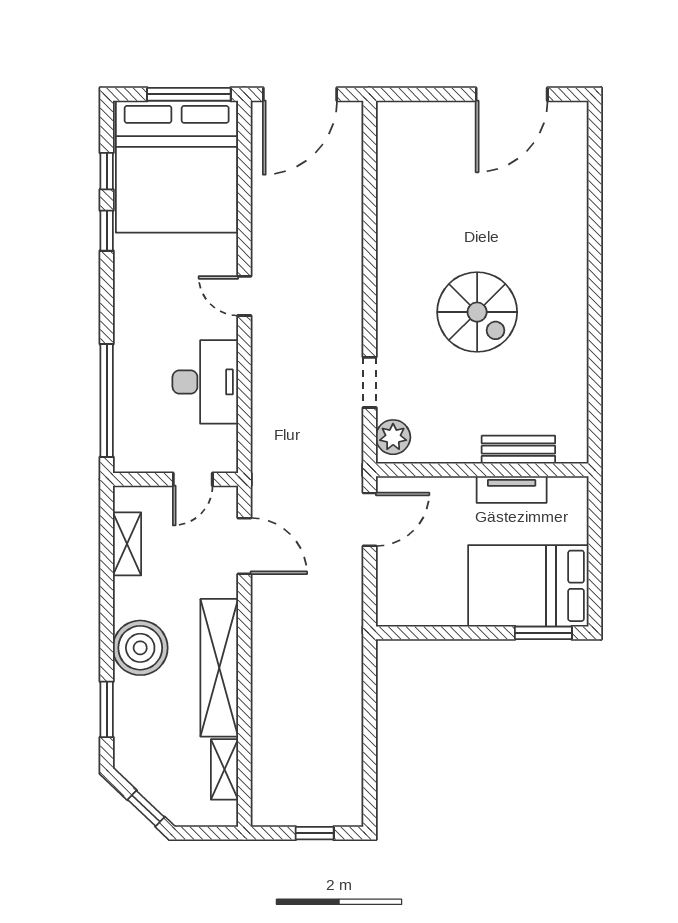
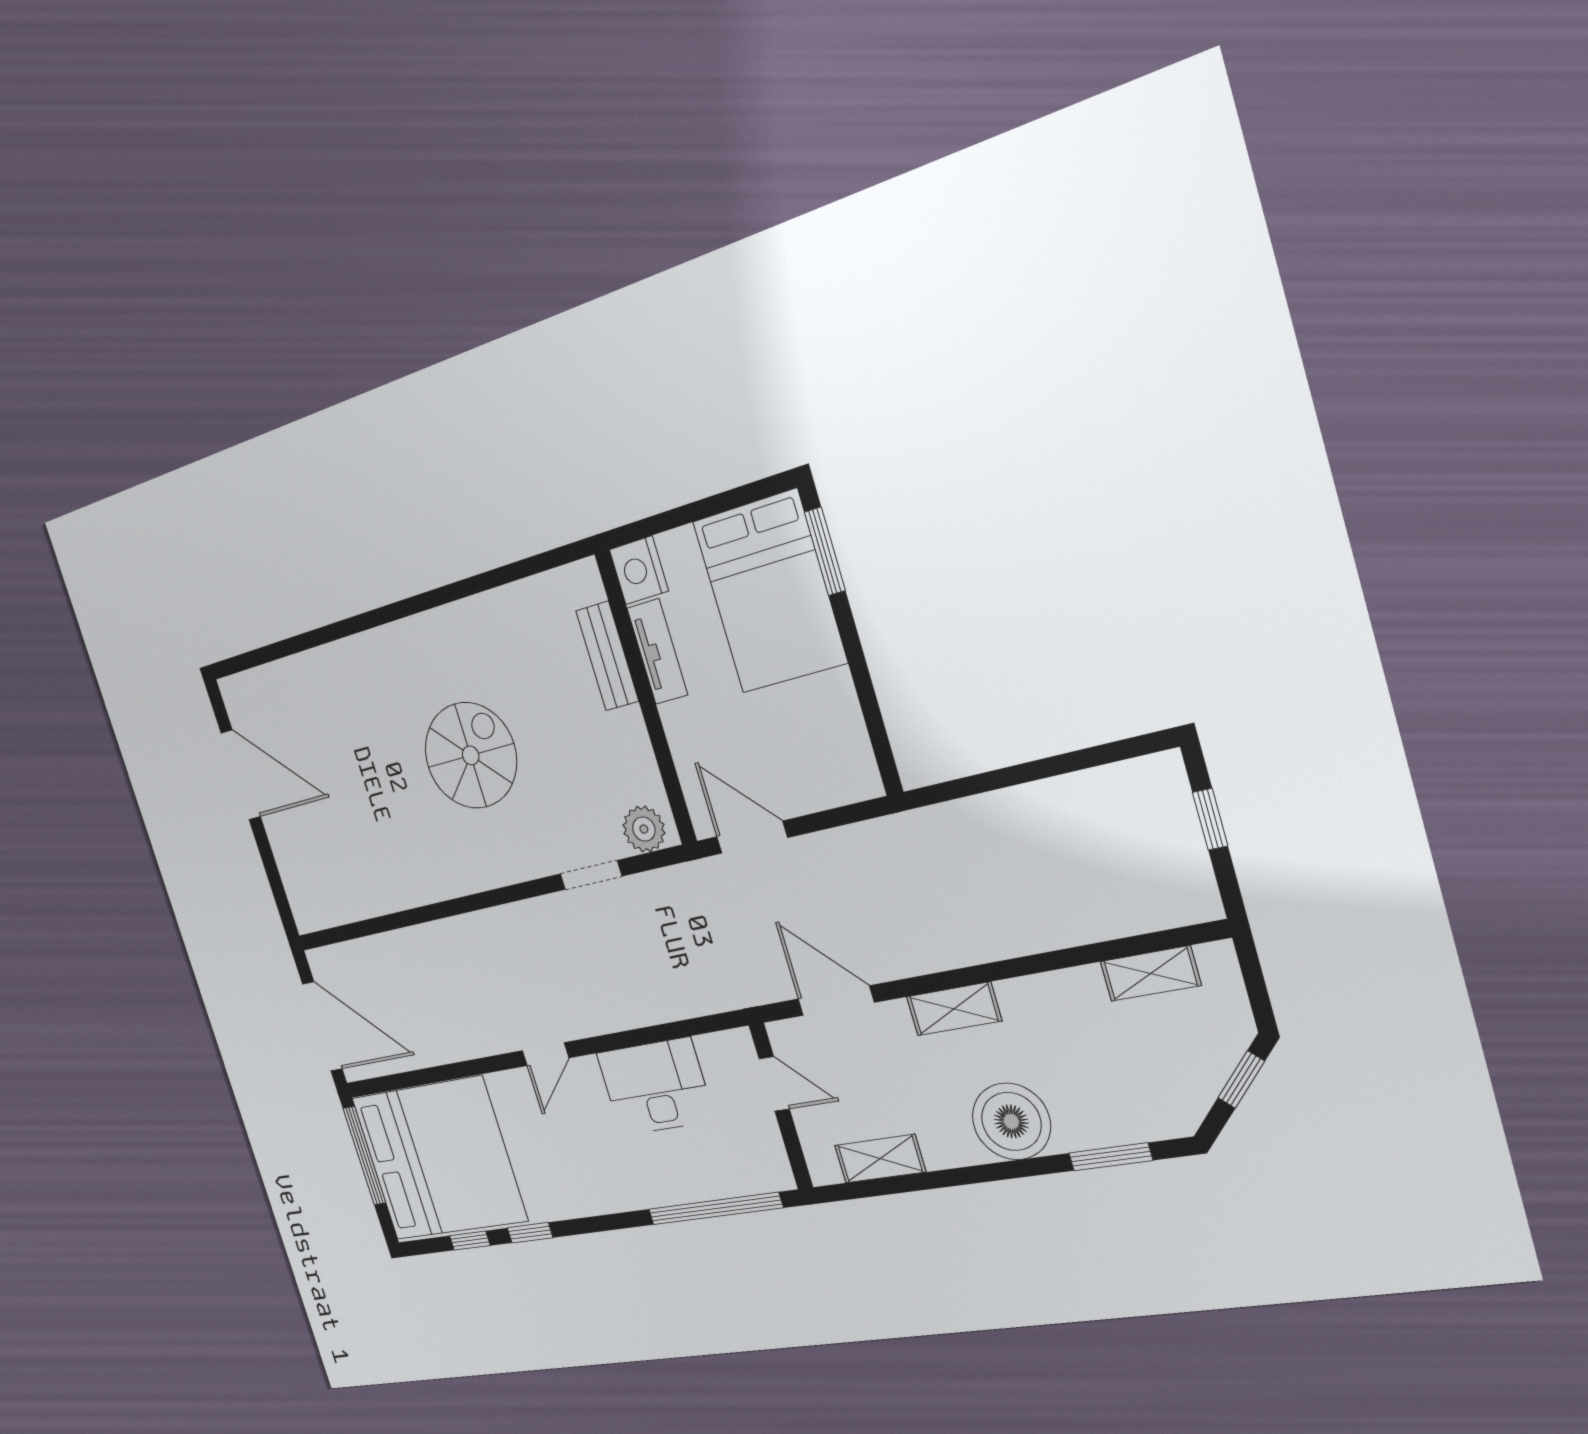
nightstand: (569, 494) -> (639, 570), added
door: (244, 546) -> (836, 1001), hinge flipped
shelving: (219, 668) -> (954, 1009), width x0.45, depth x0.75

